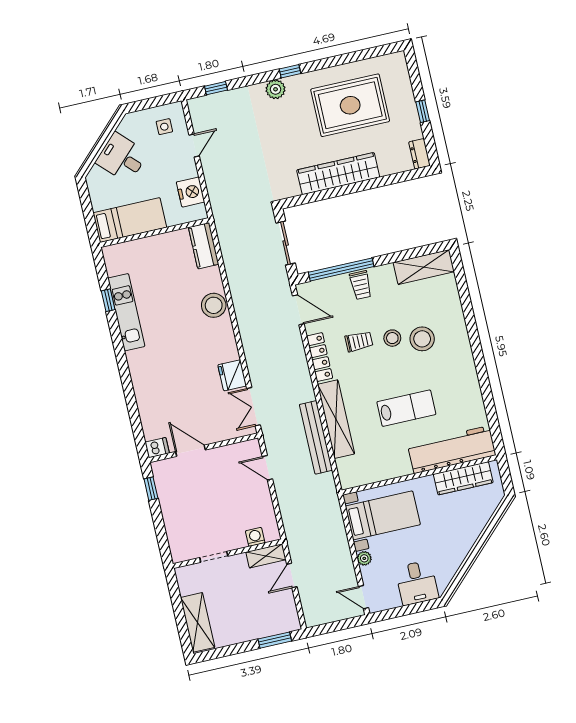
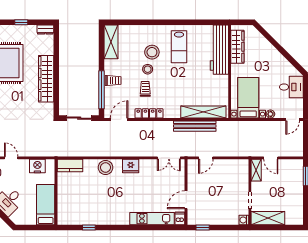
kitchen unit: (126, 312) -> (152, 219), moved
fridge: (232, 375) -> (131, 166), moved
lab bench: (406, 408) -> (179, 47), moved, turned 180
shelving: (336, 419) -> (203, 112), moved
washing machine: (255, 537) -> (244, 220), moved
shelving: (198, 622) -> (268, 218), moved

